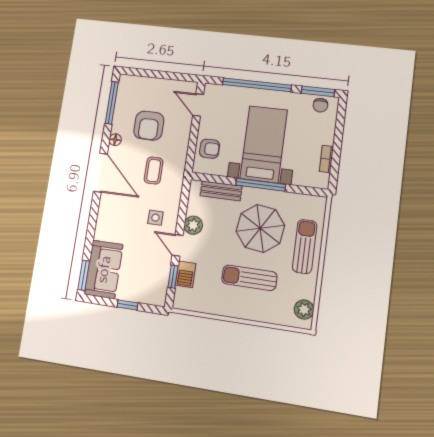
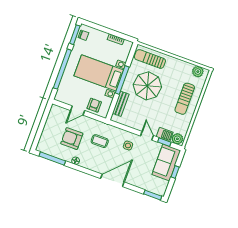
door: (198, 105) -> (78, 111), moved
armchair: (149, 126) -> (72, 139), turned 180
door: (100, 173) -> (112, 180), moved
plant: (193, 225) -> (177, 139), moved
door: (178, 245) -> (147, 136), swing flipped
sun lounger: (305, 246) -> (150, 59), moved
sofa: (104, 269) -> (166, 162), moved, turned -90
sun lounger: (249, 278) -> (185, 99), moved

